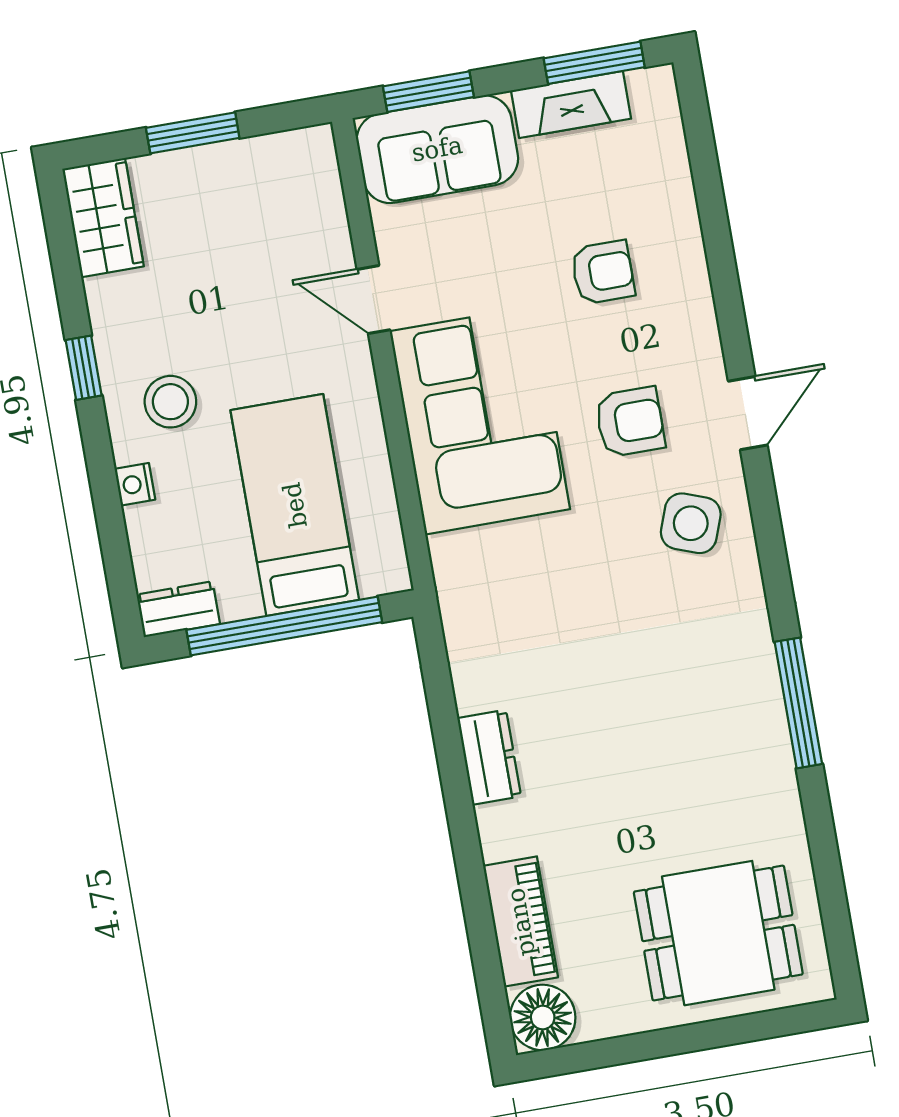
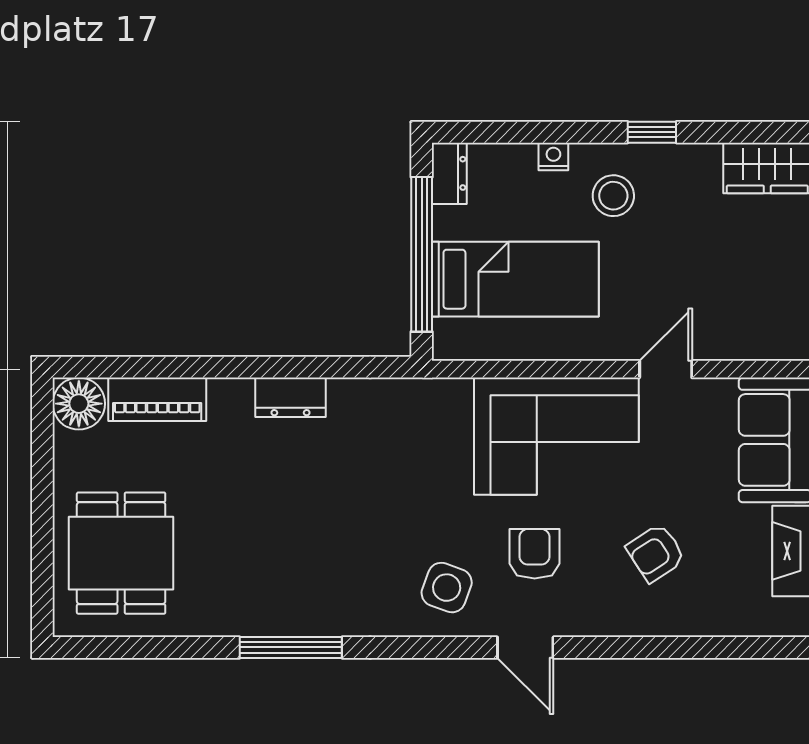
armchair: (603, 272) -> (656, 553), turned 57
armchair: (630, 422) -> (535, 554), turned 180

